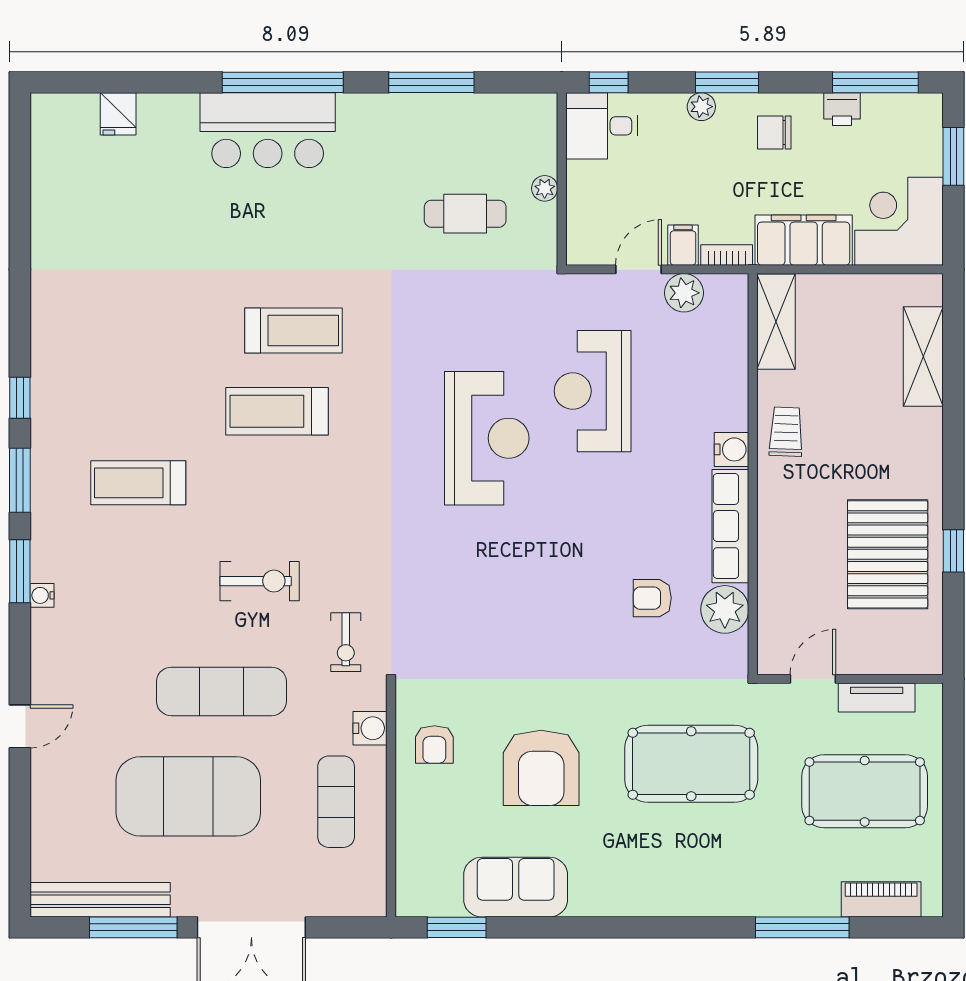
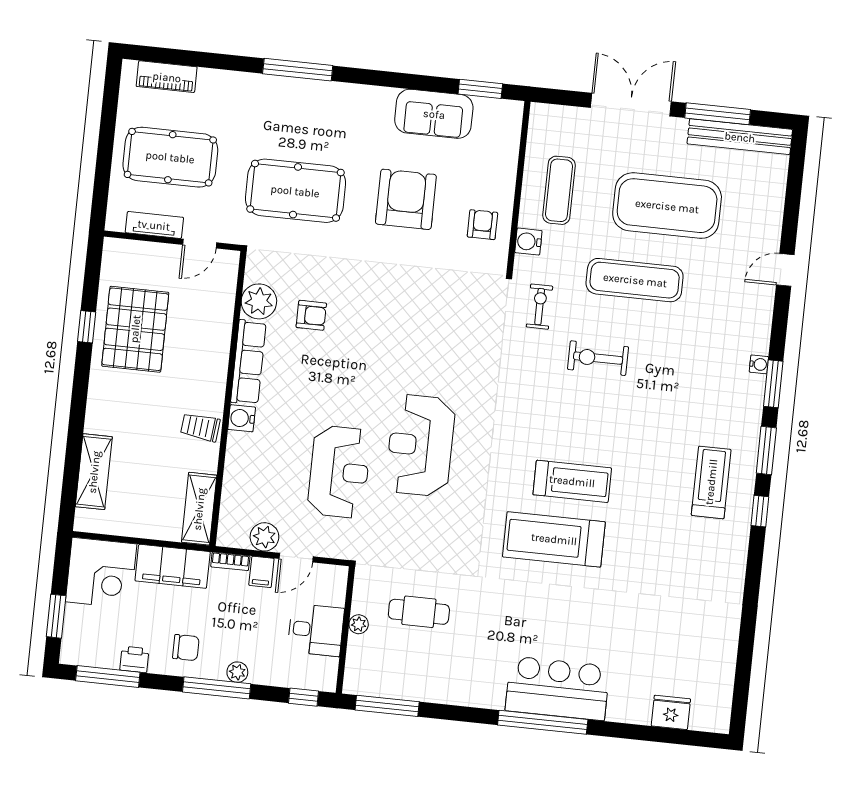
window: (431, 82) -> (387, 706), moved
window: (727, 82) -> (217, 688), width x1.44
fridge: (118, 114) -> (671, 712), width x1.38
desk: (602, 126) -> (316, 630), moved
treadmill: (294, 330) -> (554, 539), width x1.37, depth x1.38
trolley: (786, 432) -> (200, 427), turned 94
treadmill: (138, 483) -> (711, 482), moved, turned -90
window: (802, 927) -> (298, 70), moved

